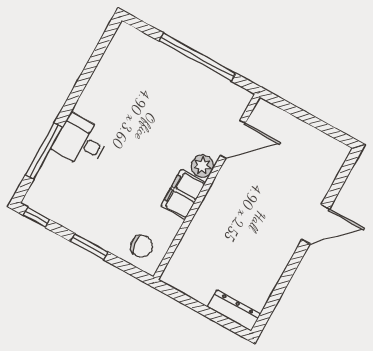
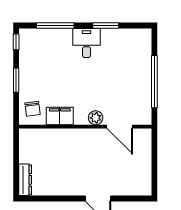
window: (83, 81) -> (106, 25), added
desk: (81, 141) -> (86, 43), moved
filing cabinet: (183, 194) -> (60, 116), moved

